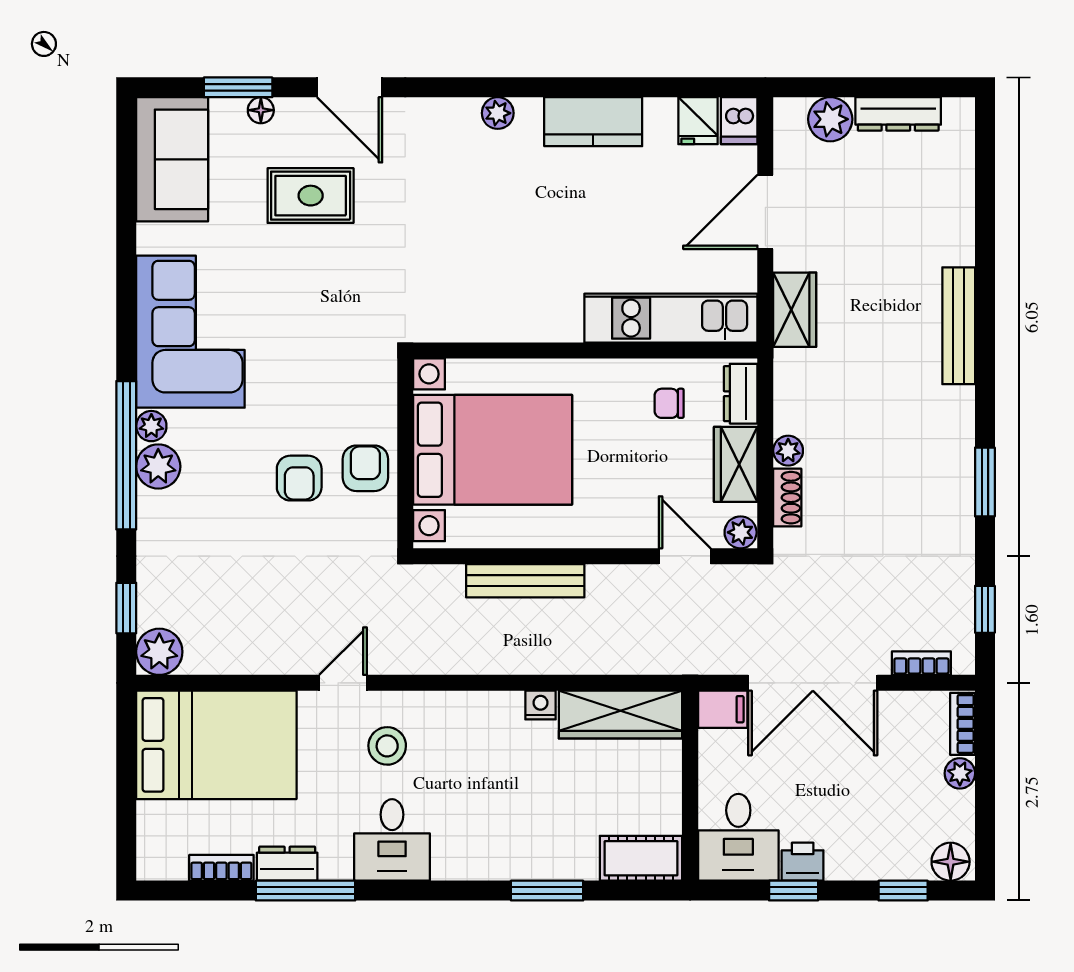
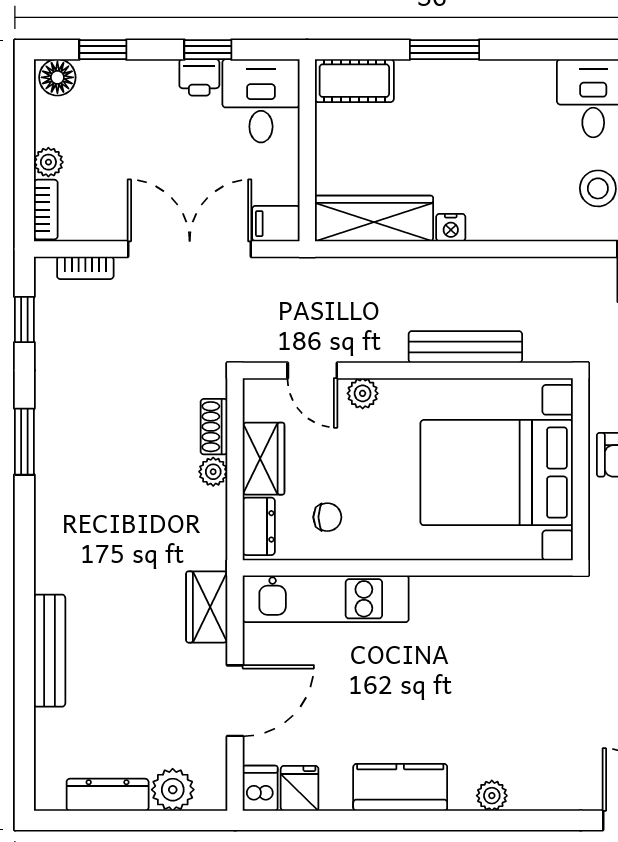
bench: (959, 326) -> (50, 651), moved
plant: (741, 532) -> (363, 393), moved

